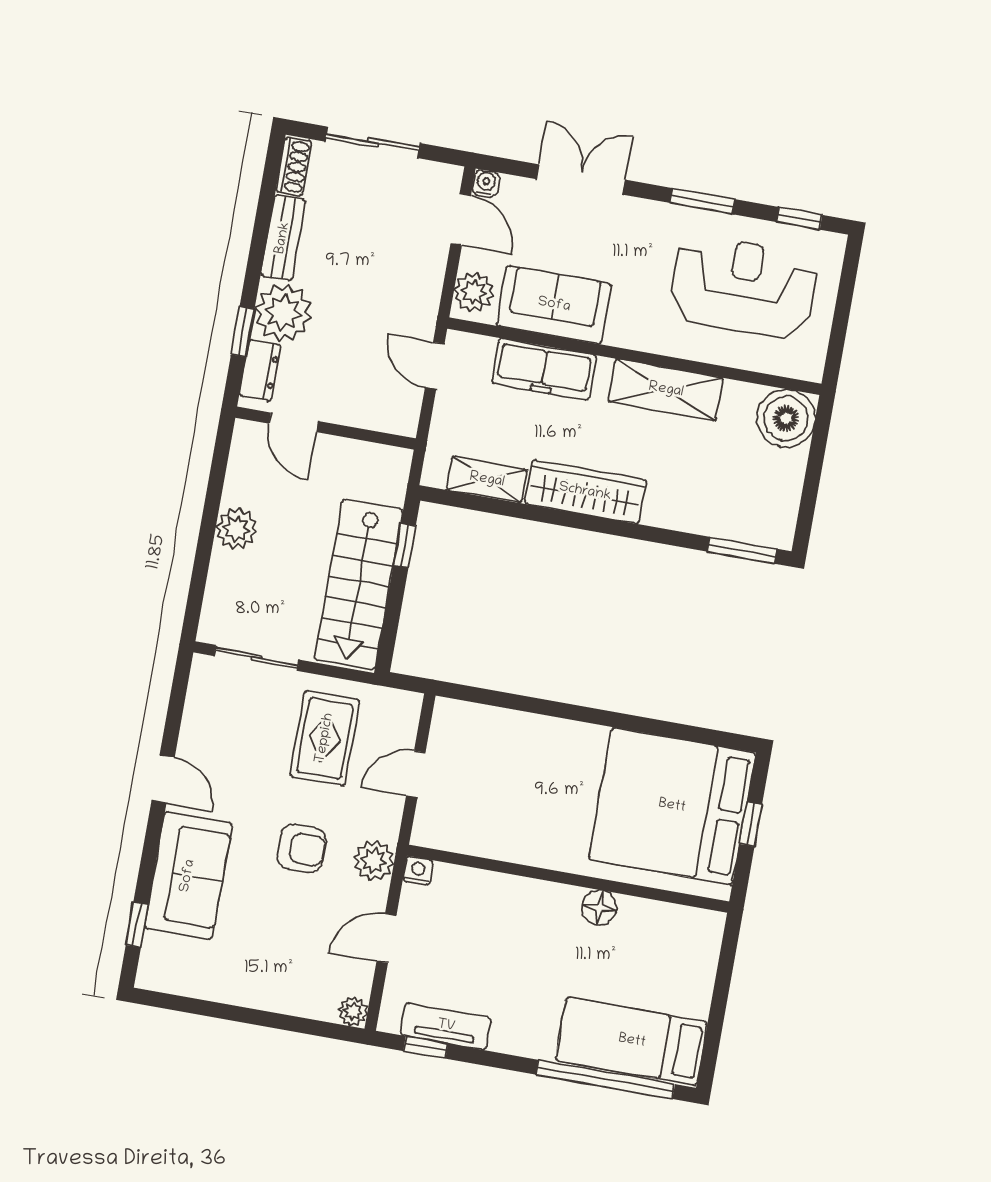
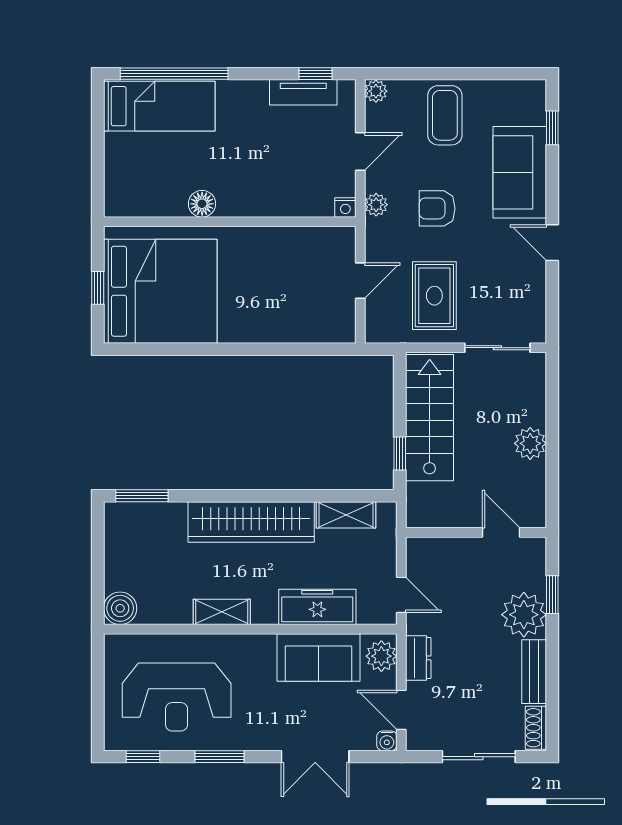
dresser: (260, 370) -> (418, 658), moved, turned 180
shelving: (666, 390) -> (222, 612), width x0.67, depth x0.75
boiler: (786, 418) -> (120, 608), width x0.73, depth x0.73
wardrobe: (585, 492) -> (251, 522), width x1.40, depth x1.17
plant: (374, 861) -> (376, 205), width x0.73, depth x0.73
coffee table: (271, 965) -> (445, 115), added

